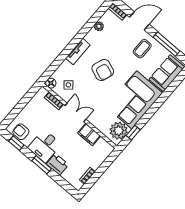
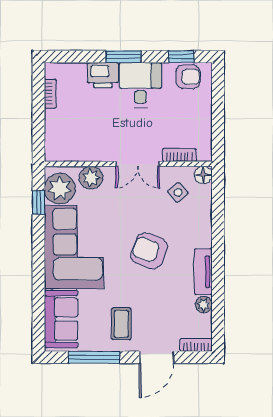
tv unit: (78, 52) -> (203, 272), moved
plant: (101, 124) -> (91, 178), added
filing cabinet: (89, 135) -> (95, 150), removed

